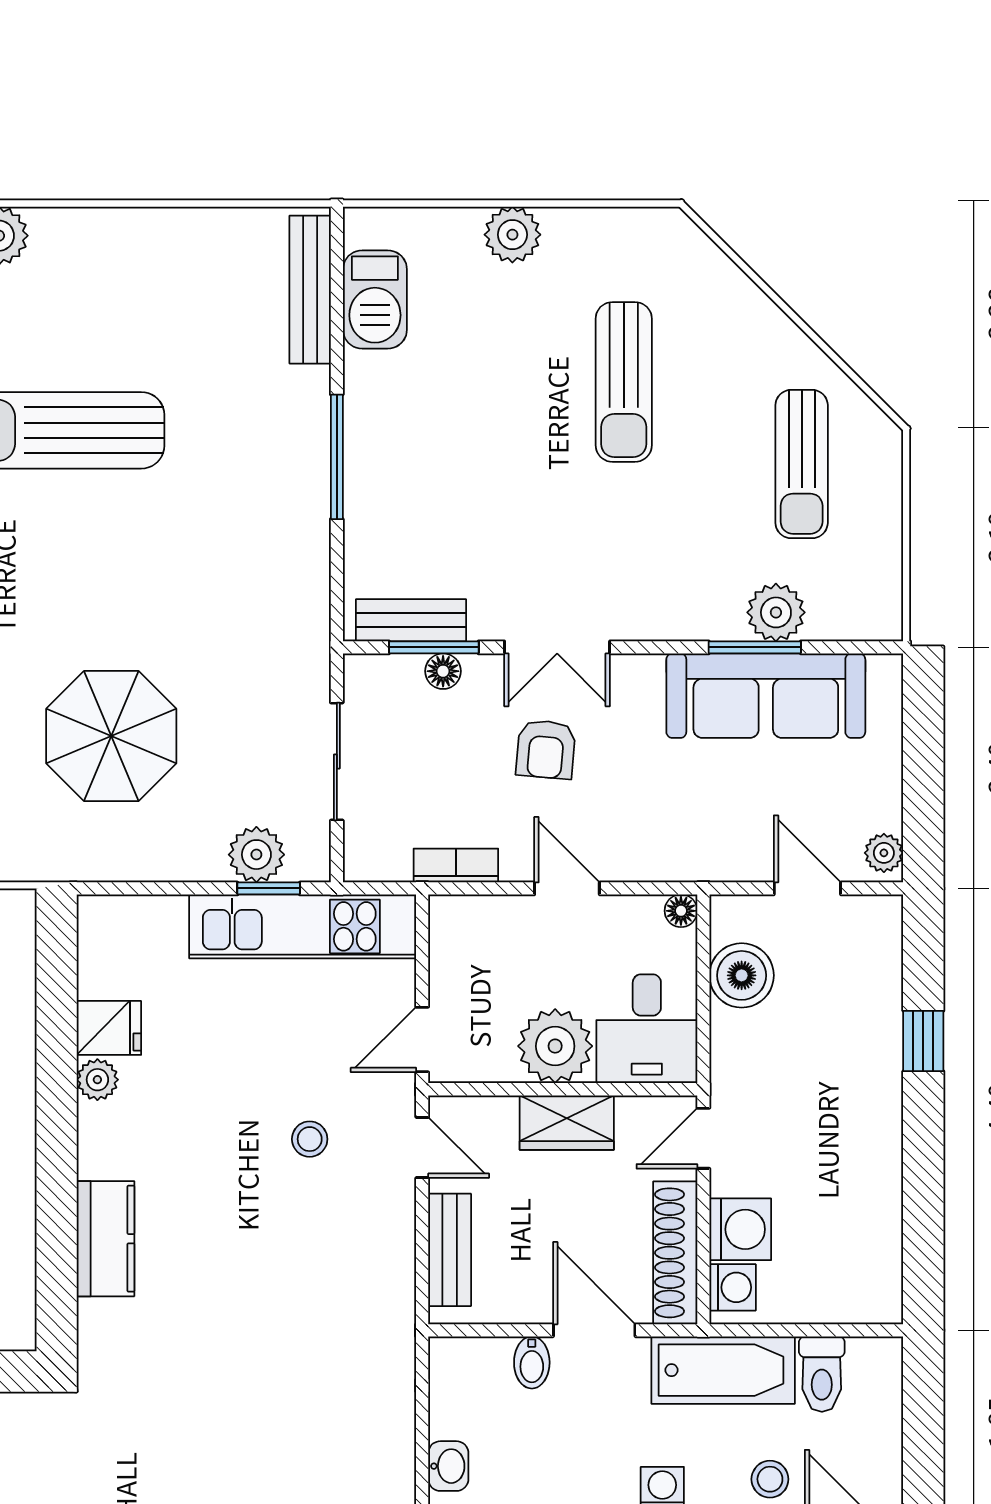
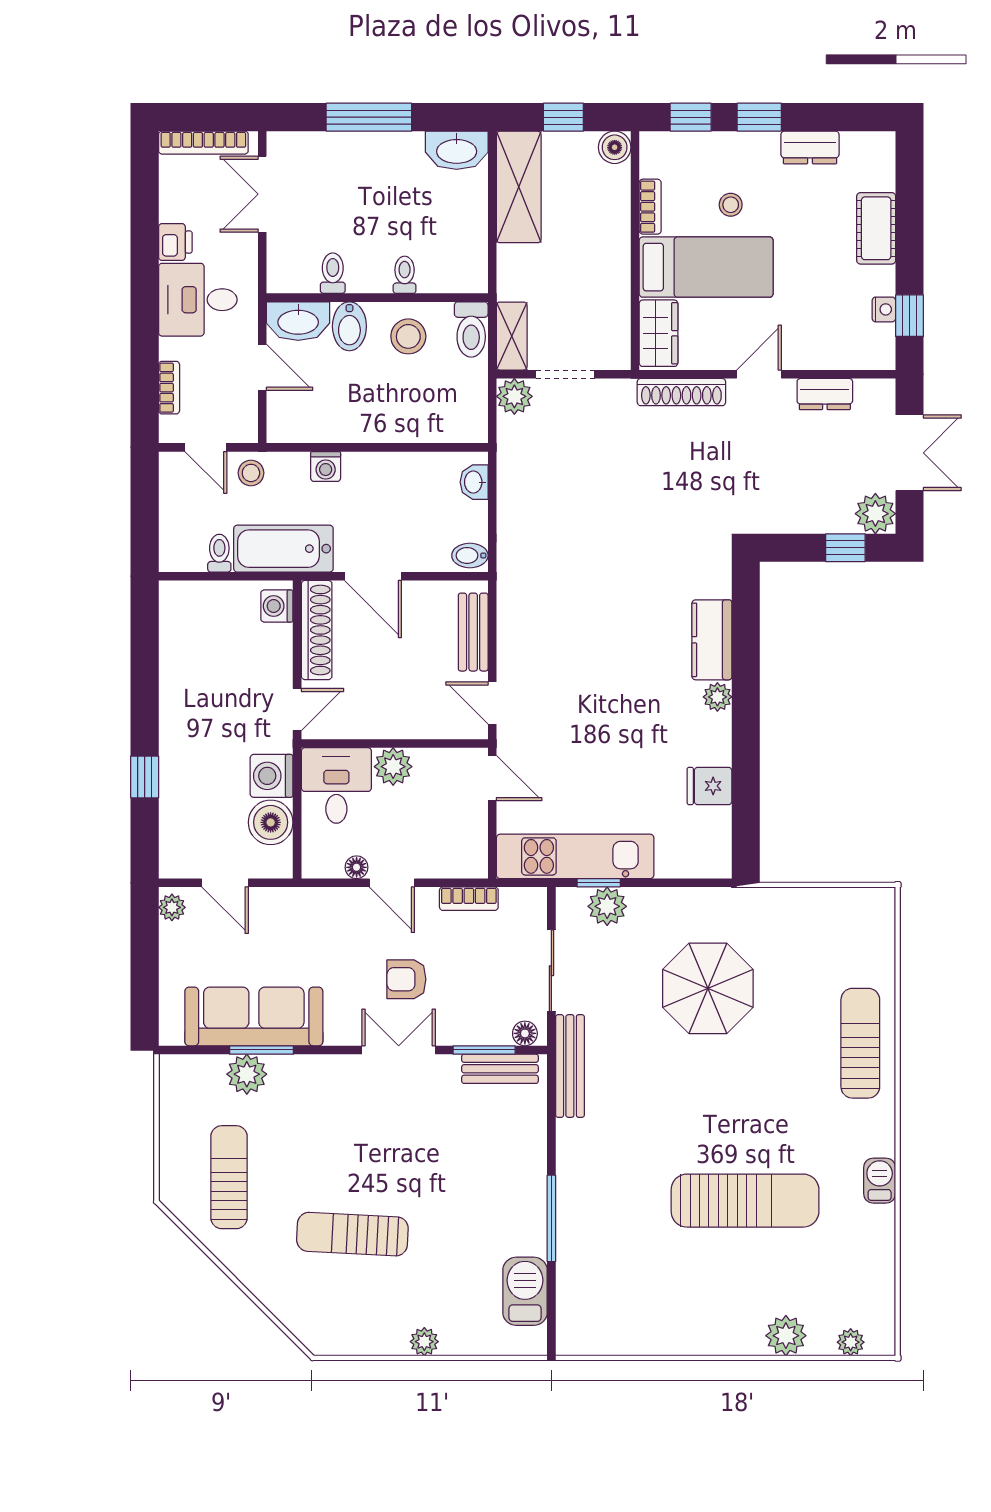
plant: (512, 235) -> (424, 1342), width x0.73, depth x0.73
bench: (310, 290) -> (570, 1066), moved
sun lounger: (624, 382) -> (352, 1234), turned -87
window: (337, 457) -> (551, 1218), moved
floor lamp: (443, 671) -> (525, 1033), moved
armchair: (546, 749) -> (406, 979), turned -95
floor lamp: (681, 911) -> (357, 867), moved
door: (422, 1039) -> (492, 778), hinge flipped
plant: (555, 1046) -> (393, 767), width x0.73, depth x0.73
plant: (97, 1080) -> (717, 697), moved
wardrobe: (567, 1123) -> (392, 720), removed
stool: (310, 1139) -> (570, 709), removed
washing machine: (740, 1229) -> (272, 776), moved
bidet: (532, 1362) -> (470, 555), moved, turned -90
toilet: (822, 1374) -> (219, 553), width x0.73, depth x0.72

